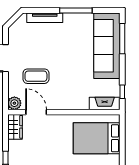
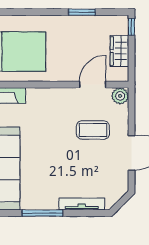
door: (36, 112) -> (93, 85), swing flipped
wardrobe: (15, 127) -> (119, 51), moved

